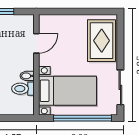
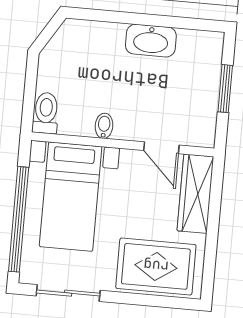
wardrobe: (60, 23) -> (195, 194), added
toilet: (23, 89) -> (46, 113), moved

